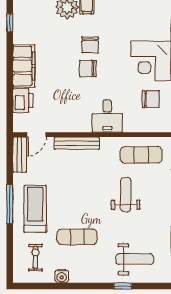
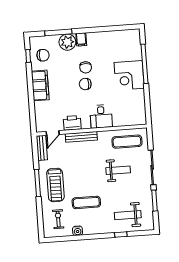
chair: (151, 99) -> (43, 55), moved
printer: (23, 101) -> (72, 123), moved, turned -90
weight bench: (126, 195) -> (118, 170), turned 90
treadmill: (35, 209) -> (55, 185), turned 180
weight bench: (135, 259) -> (128, 215), turned 180

